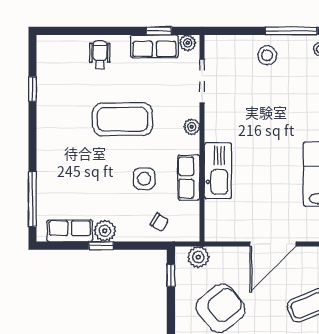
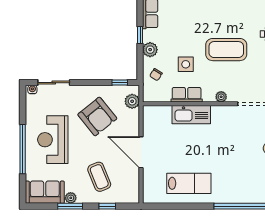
coffee table: (123, 119) -> (226, 50), turned 90
plant: (105, 231) -> (150, 50), moved

